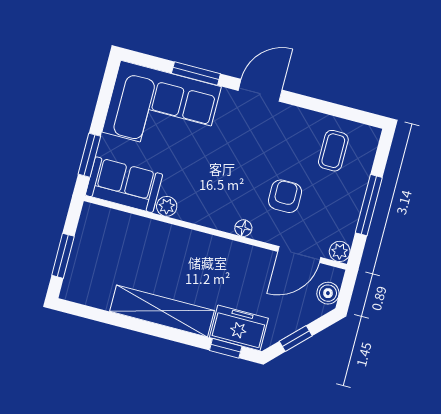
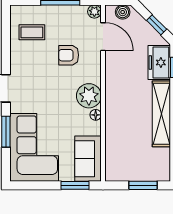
plant: (167, 206) -> (89, 96), moved, width x1.88, depth x1.88
floor lamp: (243, 228) -> (96, 115), moved

